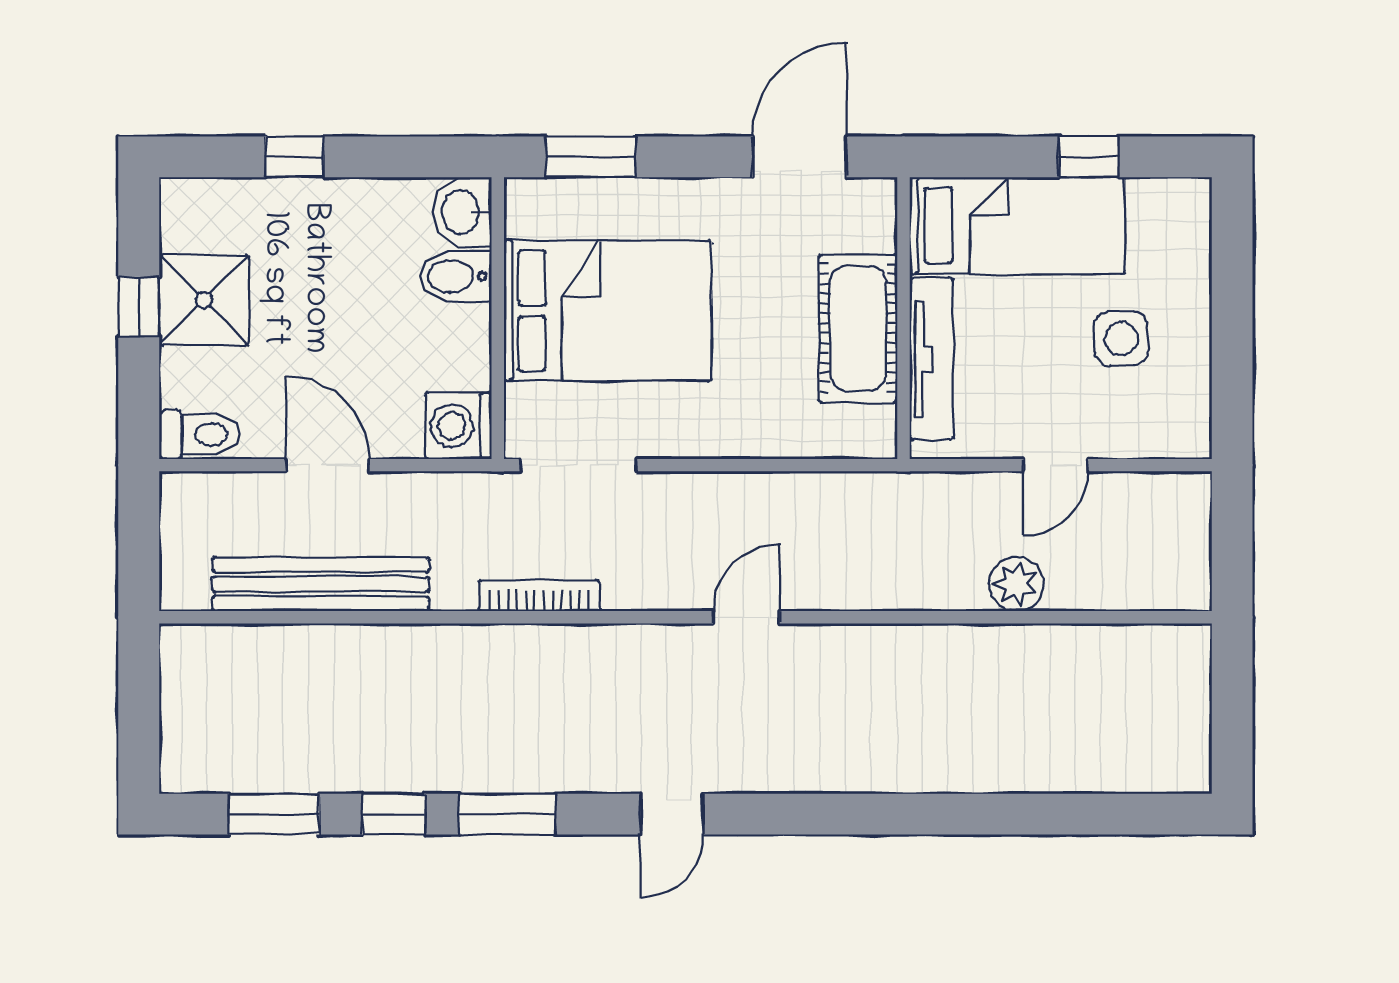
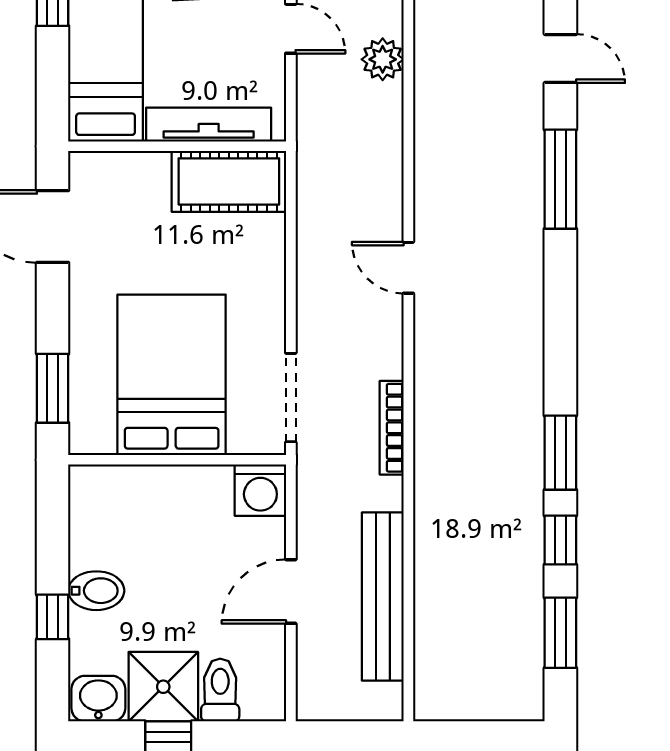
washbasin: (462, 212) -> (98, 699), moved, turned 180
bidet: (455, 276) -> (96, 591), moved, turned -90
cot: (858, 328) -> (229, 181), moved
toilet: (200, 434) -> (220, 690), moved
door: (672, 814) -> (560, 59), moved
window: (861, 814) -> (560, 179), added

